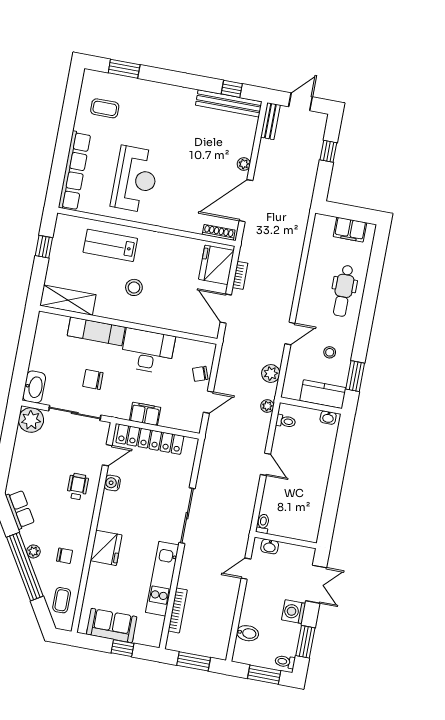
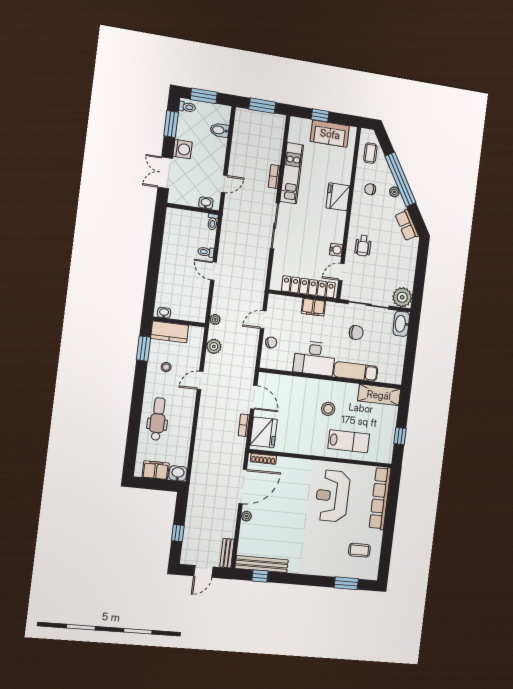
washbasin: (324, 223) -> (178, 473), added
toilet: (286, 421) -> (206, 252), moved
bookcase: (178, 610) -> (274, 177), moved, width x0.64

